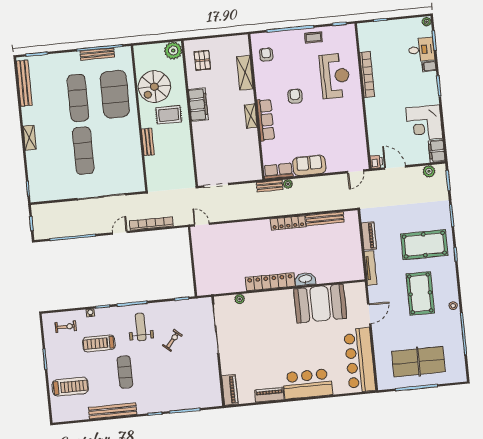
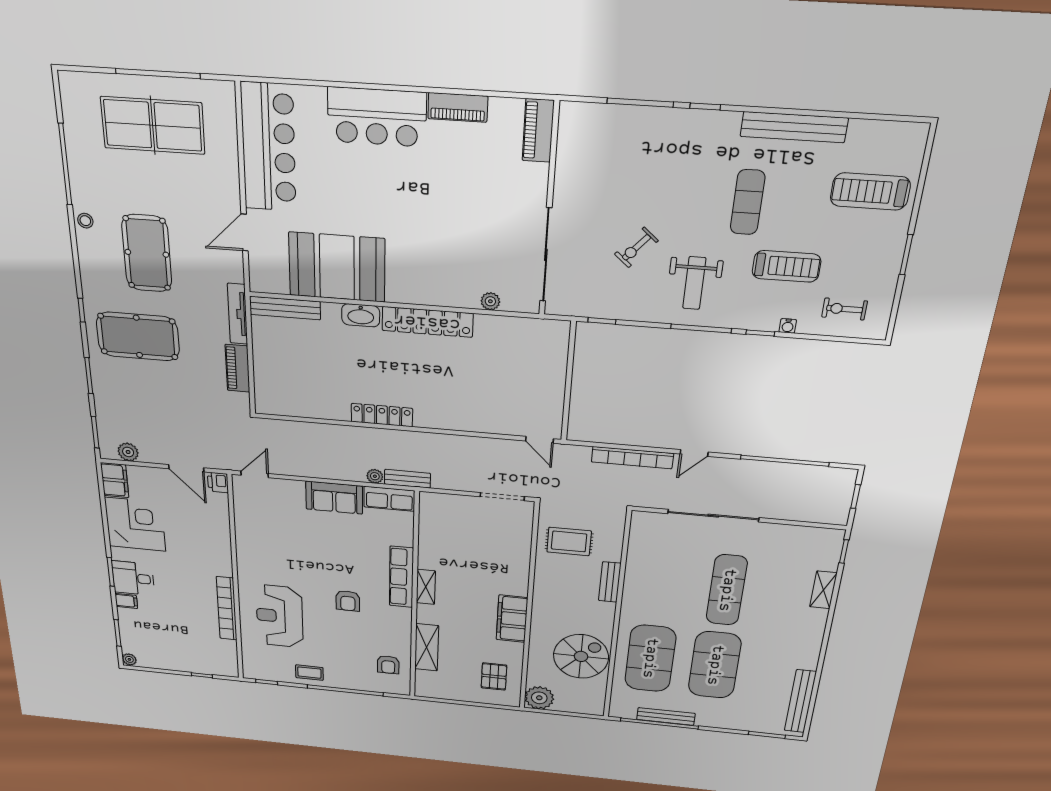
desk: (421, 50) -> (133, 578), moved
exercise mat: (78, 98) -> (715, 665), width x1.47
rug: (169, 115) -> (569, 541), moved
shelving: (30, 138) -> (823, 590), moved
bench: (325, 219) -> (285, 308), moved

